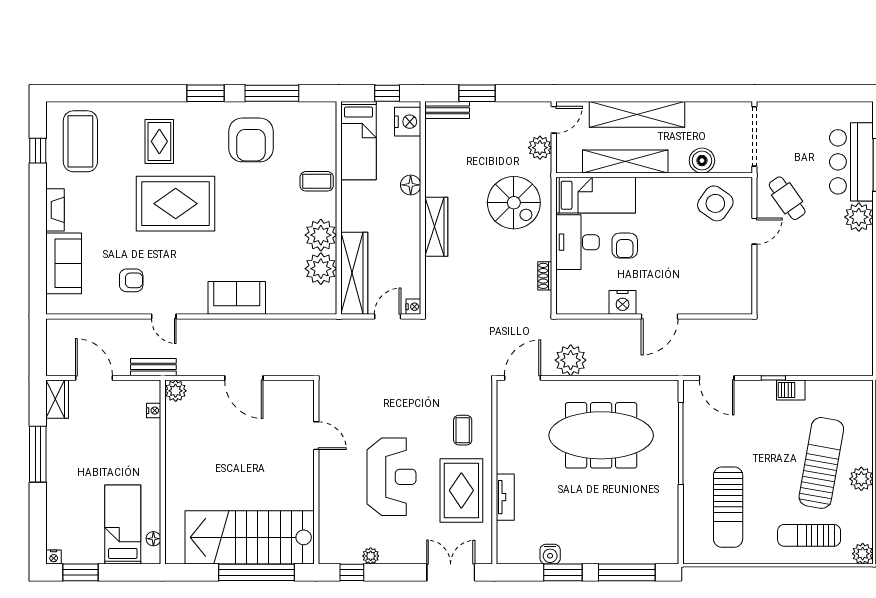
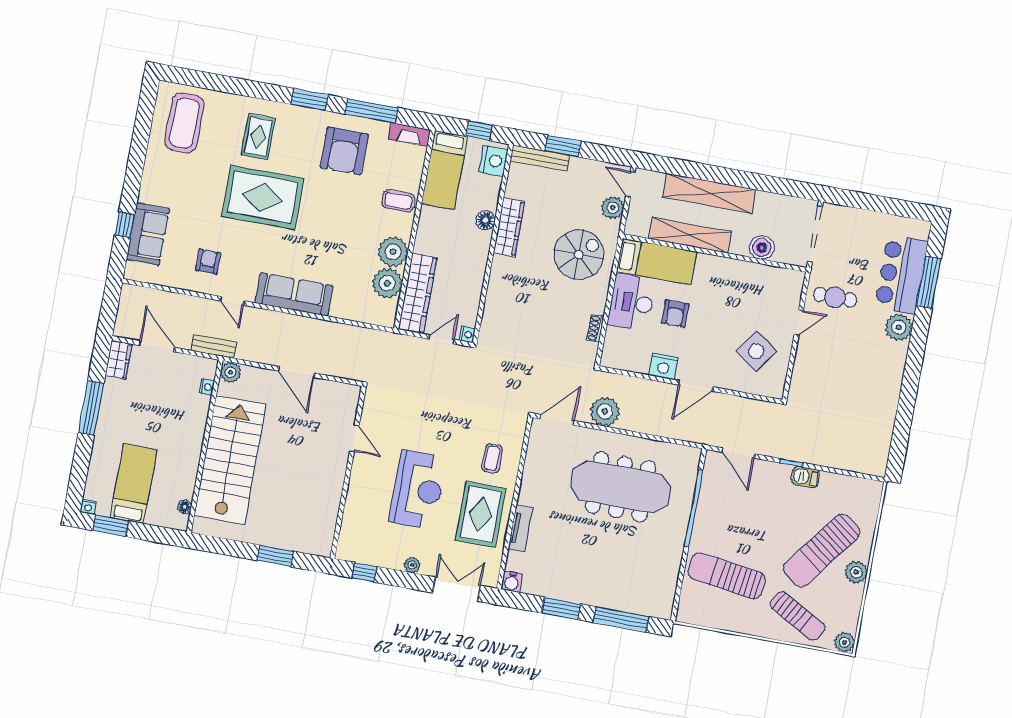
bench: (447, 110) -> (540, 158), width x1.36
door: (554, 120) -> (630, 184), swing flipped
window: (38, 151) -> (125, 225), moved
cafe table: (787, 198) -> (835, 297), turned -55
spiral stairs: (514, 203) -> (579, 255), turned -90
side table: (715, 203) -> (756, 351), moved
fireplace: (55, 210) -> (409, 135), moved, turned 90
wardrobe: (436, 227) -> (509, 227), moved
armchair: (131, 280) -> (208, 262), turned -90
sofa: (237, 298) -> (294, 294), width x1.36
sun lounger: (821, 463) -> (822, 550), turned -153
sun lounger: (728, 507) -> (727, 576), turned 98
bed: (123, 524) -> (133, 484), moved
sun lounger: (809, 535) -> (798, 616), turned -151
stairs: (250, 537) -> (230, 460), moved, turned 90
water cooler: (550, 554) -> (512, 582), moved
plant: (371, 556) -> (412, 565), moved
window: (257, 572) -> (275, 556), width x0.47

